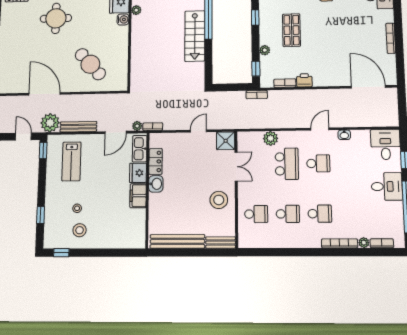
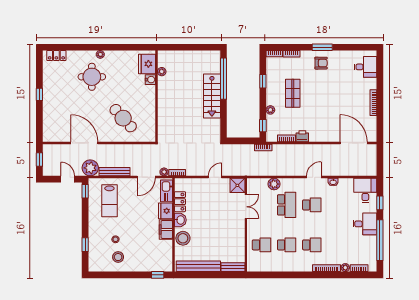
stool: (219, 200) -> (183, 238), moved
window: (61, 253) -> (158, 275), moved

